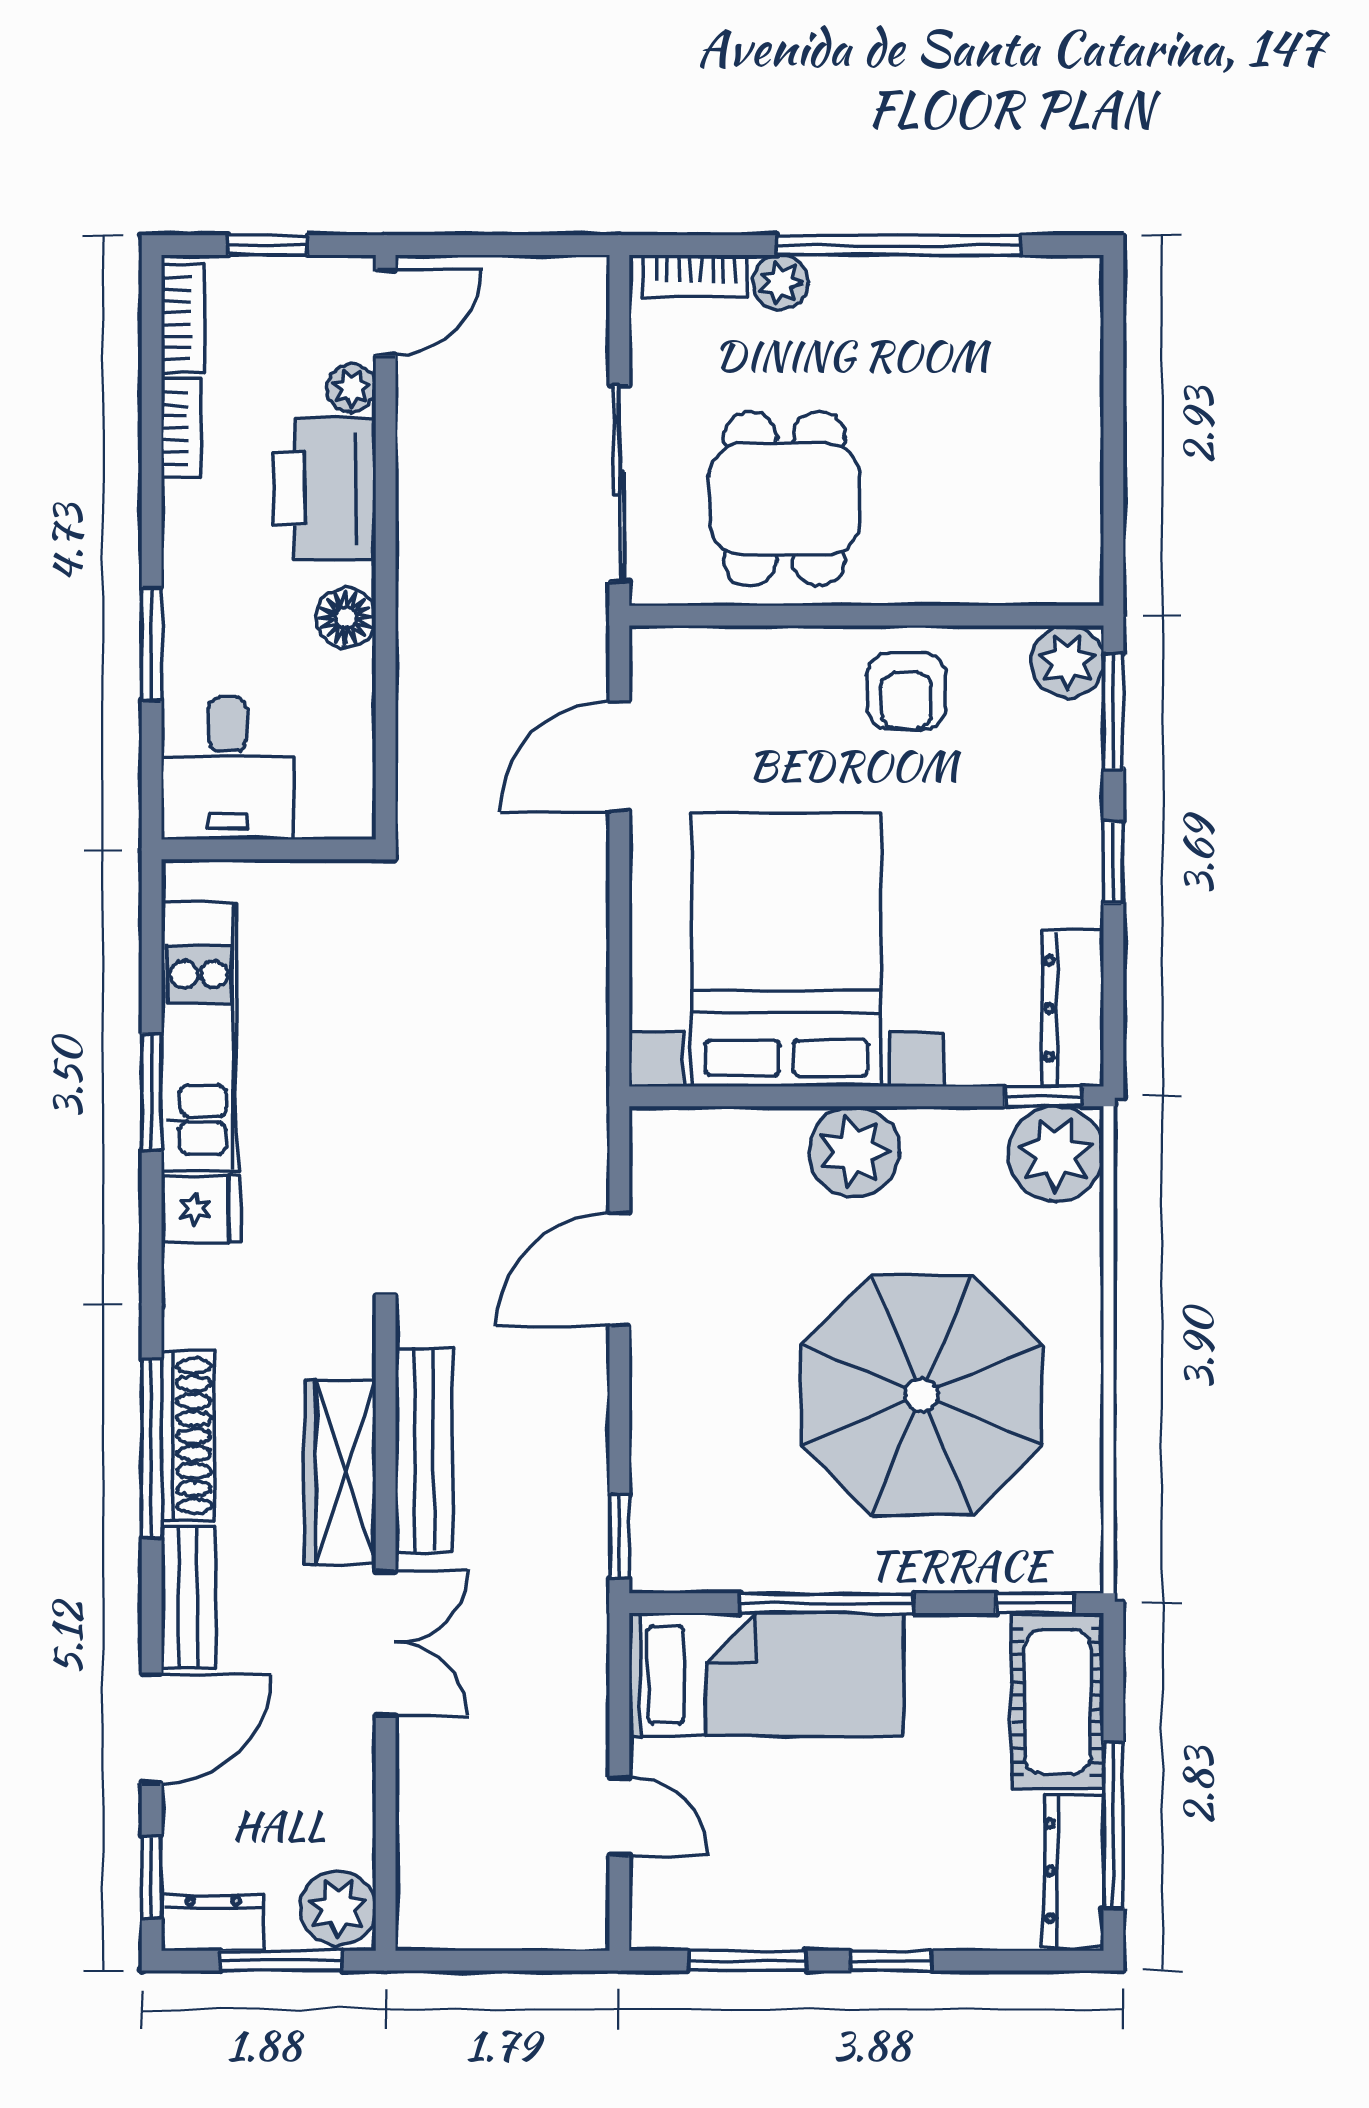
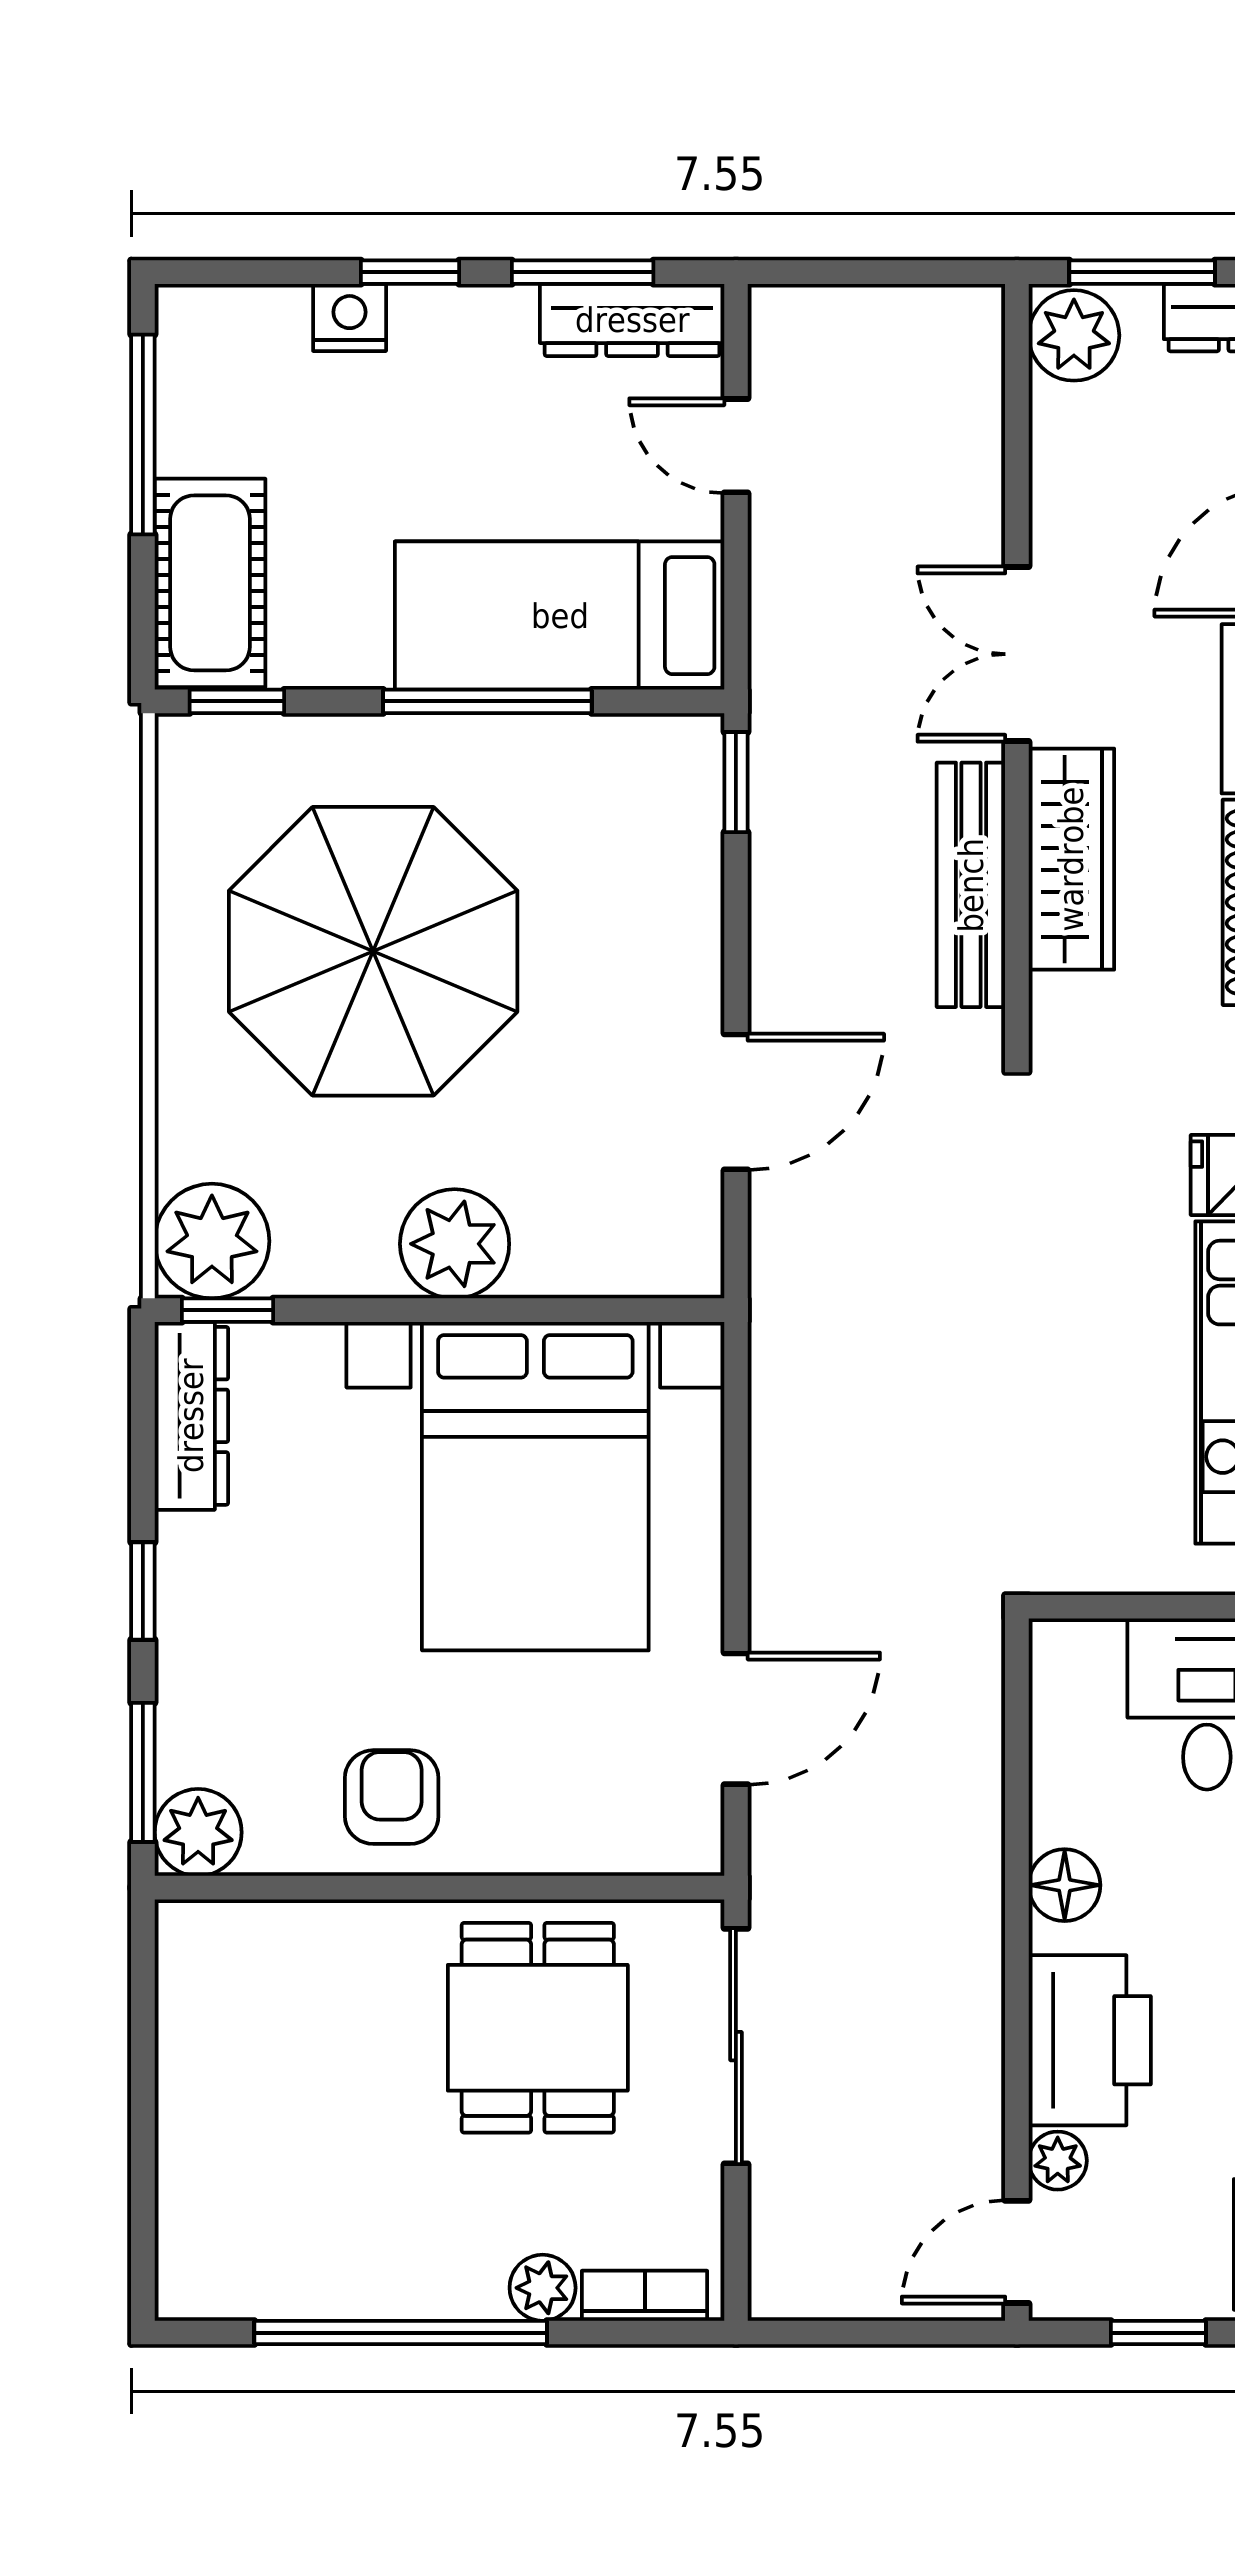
dresser: (1074, 1871) -> (632, 320), moved, turned 90
nightstand: (941, 1923) -> (350, 317), added

